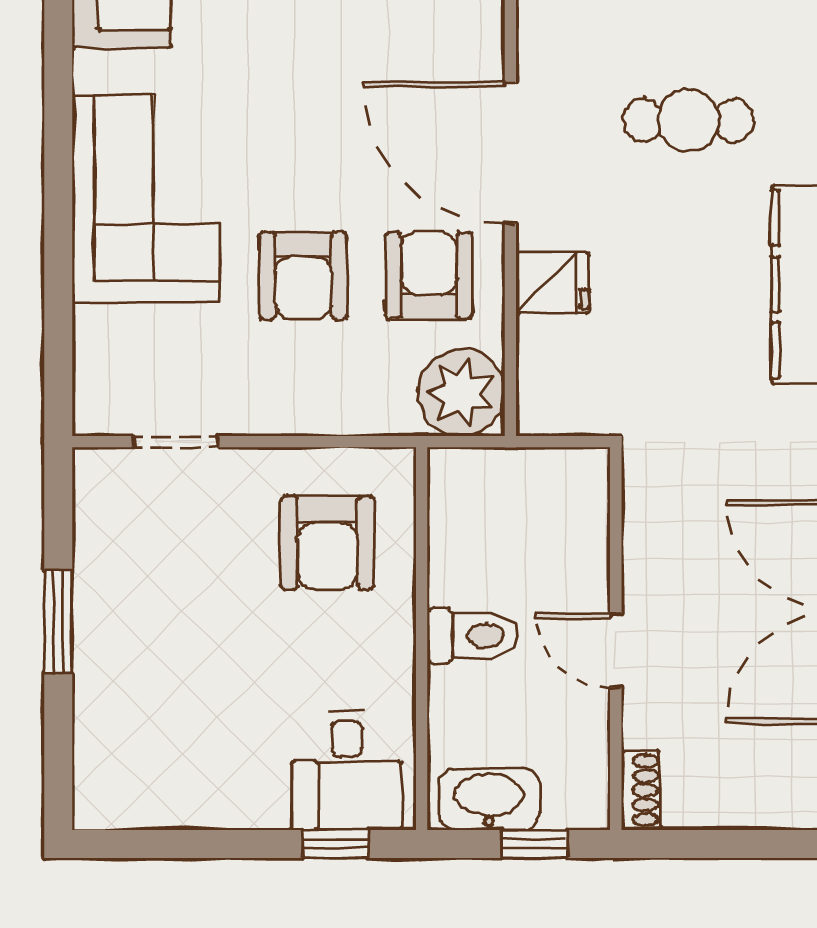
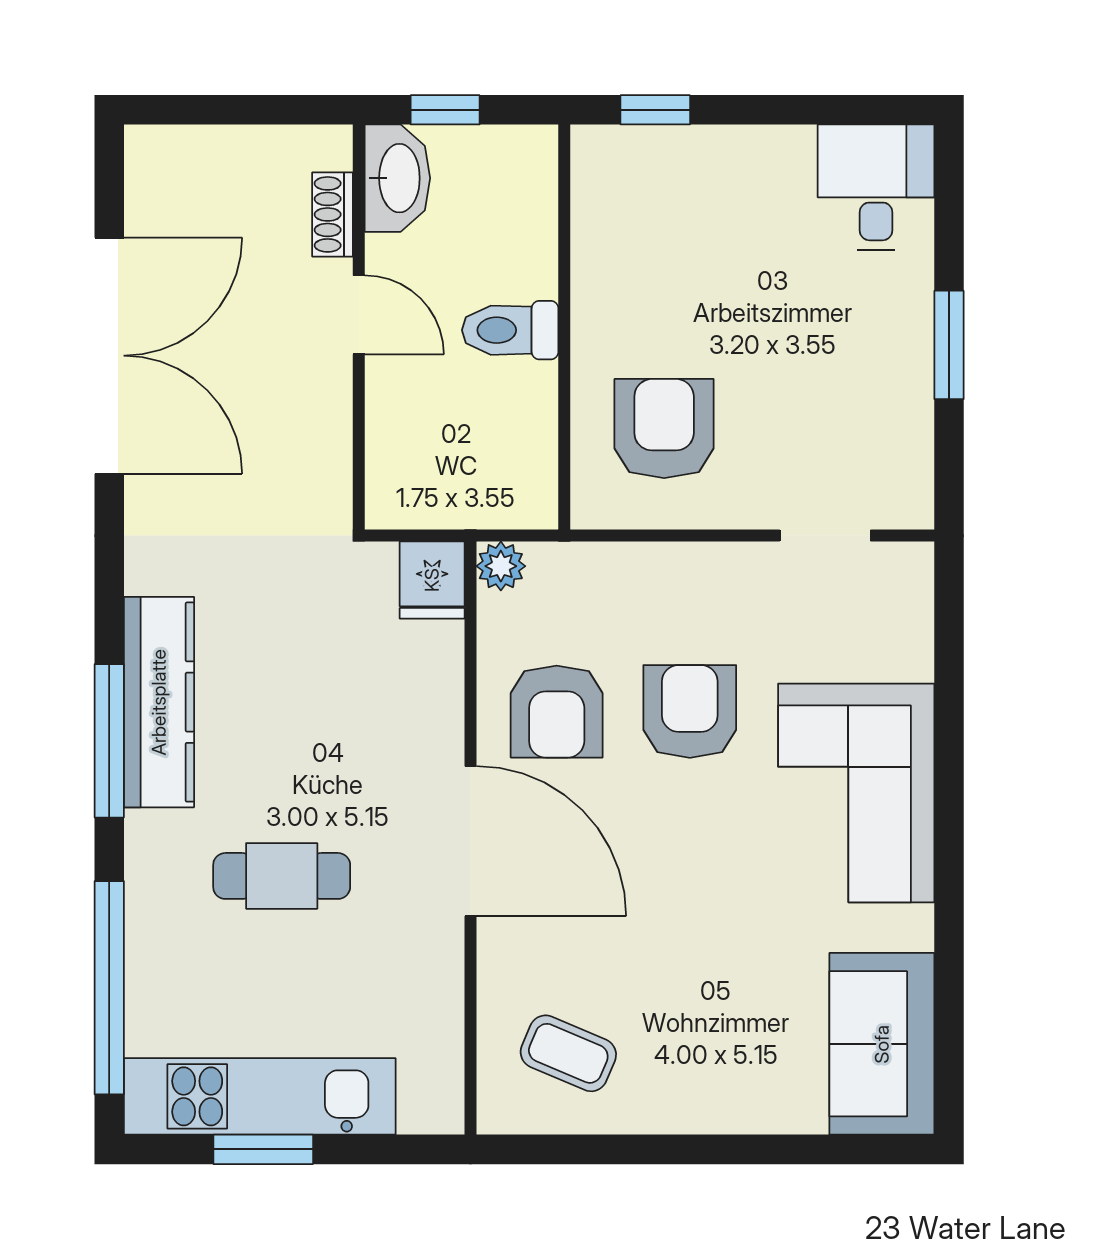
fridge: (552, 283) -> (432, 580), moved, turned -90
plant: (461, 393) -> (501, 566), width x0.53, depth x0.53
desk: (347, 771) -> (876, 187), moved
shoe rack: (641, 790) -> (332, 214), moved
washbasin: (489, 799) -> (397, 178), moved, turned -90

